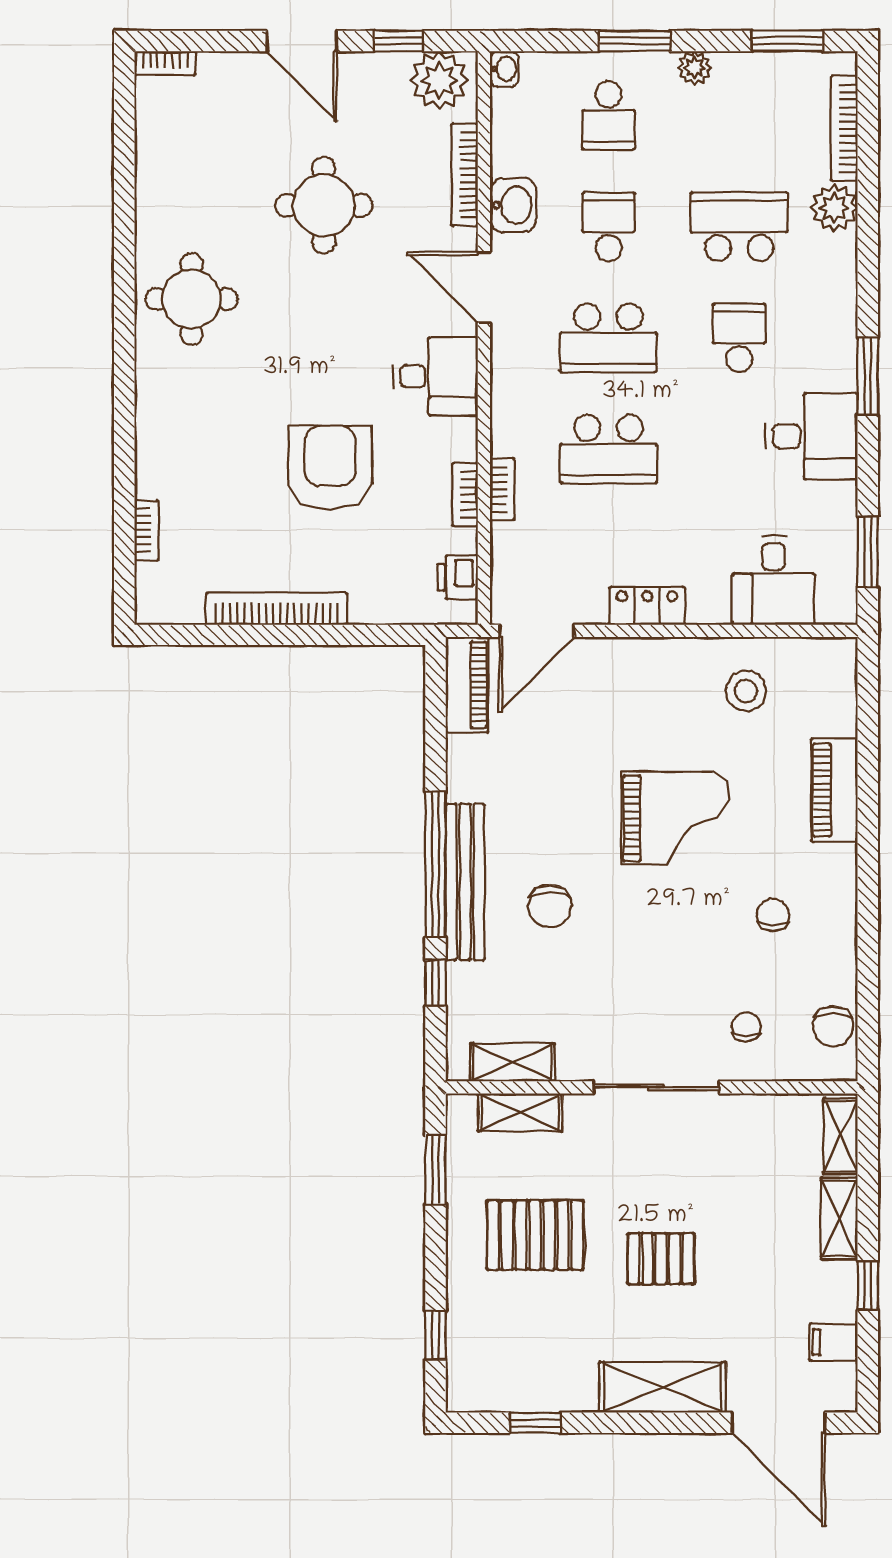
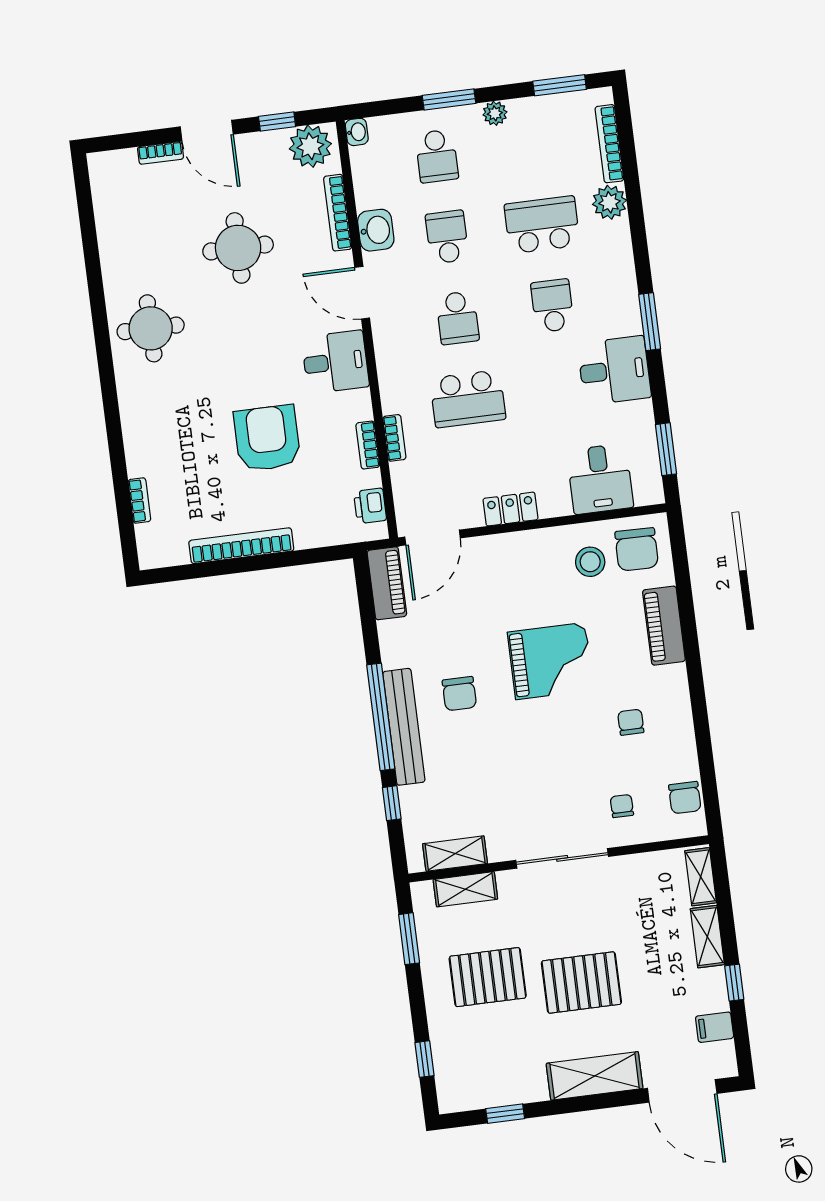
bookcase: (165, 63) -> (161, 153), moved
school desk: (609, 338) -> (457, 318), width x0.54
chair: (811, 682) -> (637, 549), added
chair: (550, 906) -> (459, 694), moved
pallet: (661, 1259) -> (581, 983), width x1.50, depth x1.42

